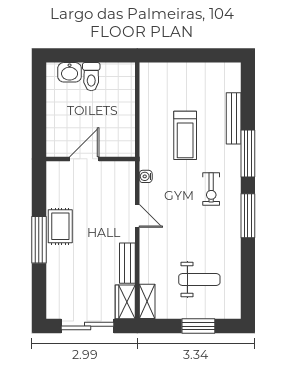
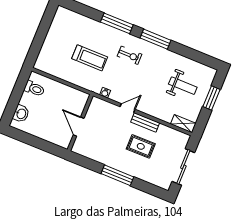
toilet: (91, 77) -> (34, 89), moved
bench: (234, 118) -> (91, 23), removed
rug: (60, 226) -> (141, 146), moved
bench: (127, 263) -> (145, 122), moved
weight bench: (199, 279) -> (183, 86), turned 90
wardrobe: (125, 302) -> (178, 137), removed

